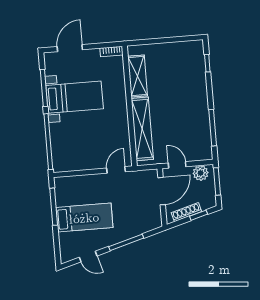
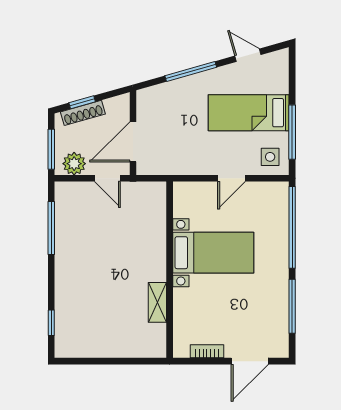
bookcase: (111, 51) -> (207, 351), moved
shelving: (138, 76) -> (157, 302), width x0.67, depth x0.75
bed with nightstands: (75, 97) -> (213, 253), moved, turned 180
shelving: (142, 129) -> (154, 235), removed
door: (116, 170) -> (232, 178), moved
side table: (67, 189) -> (270, 157), added
shoe rack: (186, 212) -> (83, 113), moved

